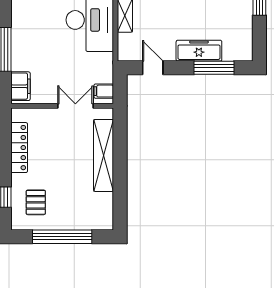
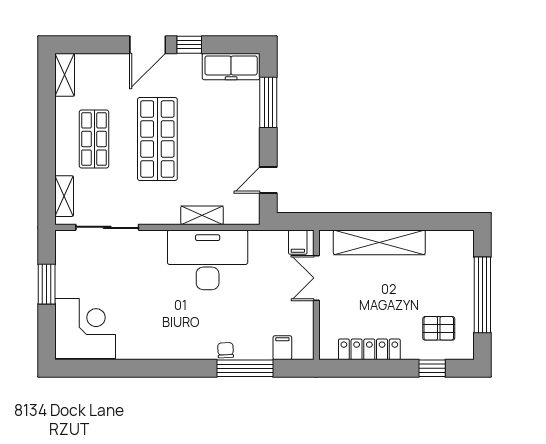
chair: (18, 34) -> (226, 350), added
freezer: (199, 51) -> (231, 67), moved, turned -90
filing cabinet: (20, 86) -> (282, 348), width x0.50

